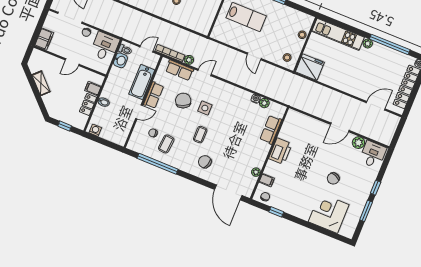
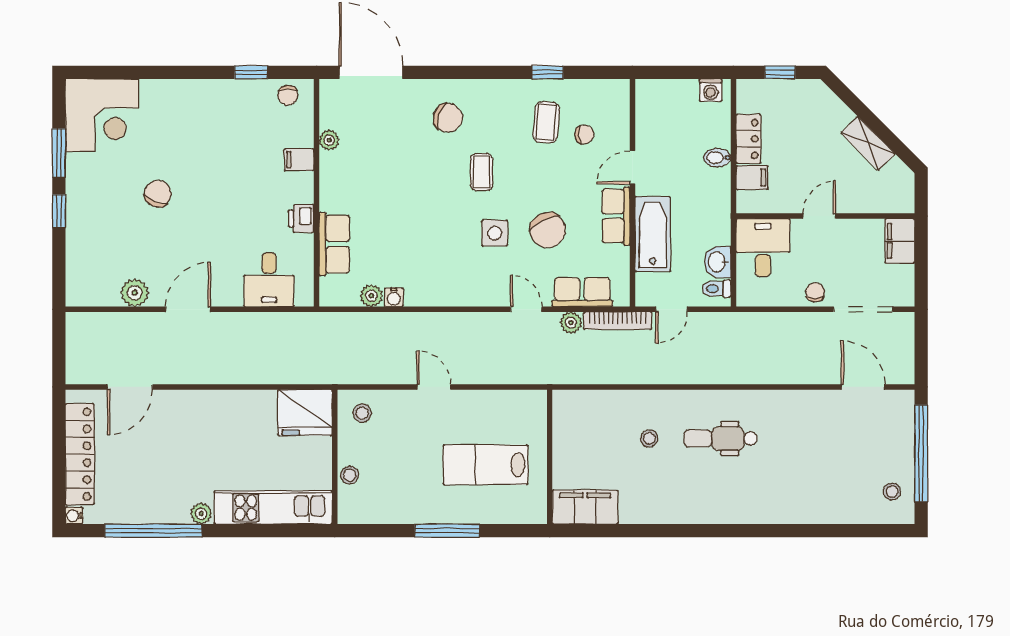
desk: (105, 47) -> (763, 248), moved, turned 180
door: (205, 72) -> (526, 309), swing flipped
printer: (280, 151) -> (301, 219), width x0.53, depth x0.68
desk: (373, 154) -> (269, 280), moved
window: (158, 164) -> (548, 72), width x0.32
filing cabinet: (267, 180) -> (299, 160), moved
corner desk: (329, 213) -> (102, 115), moved

